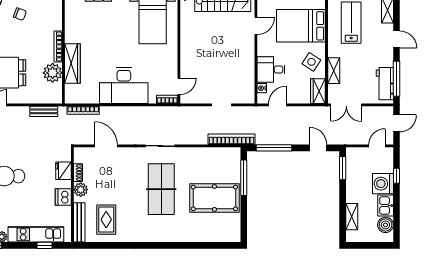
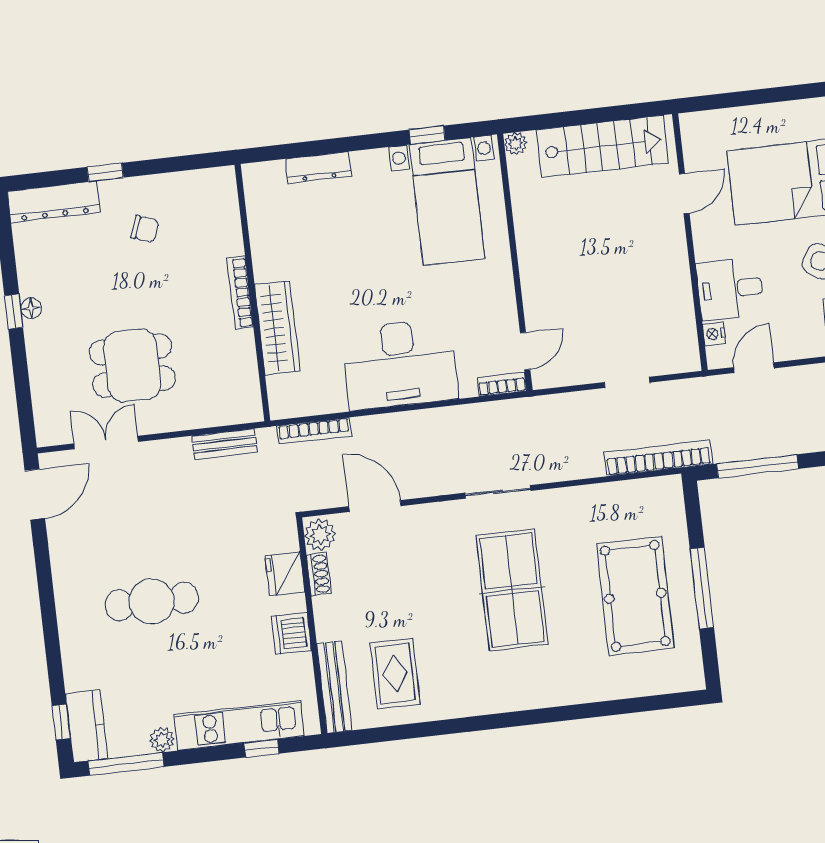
plant: (53, 73) -> (234, 354), removed
window: (244, 178) -> (702, 588), moved
plant: (81, 190) -> (320, 535), moved
pool table: (214, 198) -> (635, 596), turned 90

